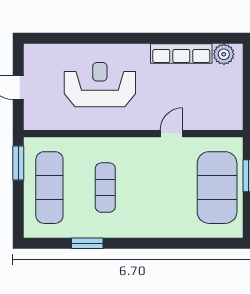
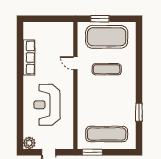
plant: (224, 54) -> (29, 143), moved
exercise mat: (105, 188) -> (107, 69), moved

